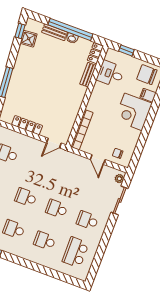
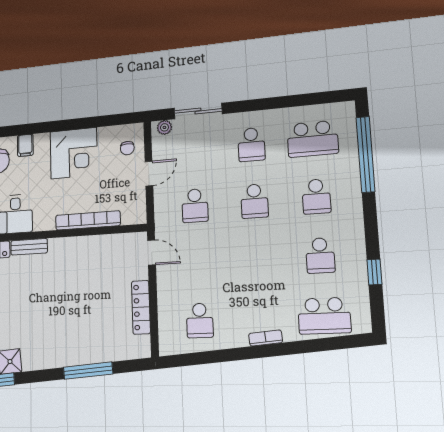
corner desk: (133, 112) -> (74, 153), moved
bookcase: (82, 130) -> (88, 220), moved
school desk: (26, 197) -> (195, 206), moved
window: (55, 274) -> (365, 154), added

